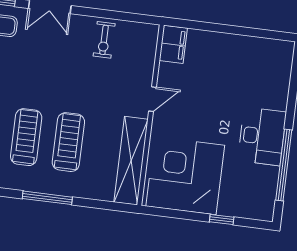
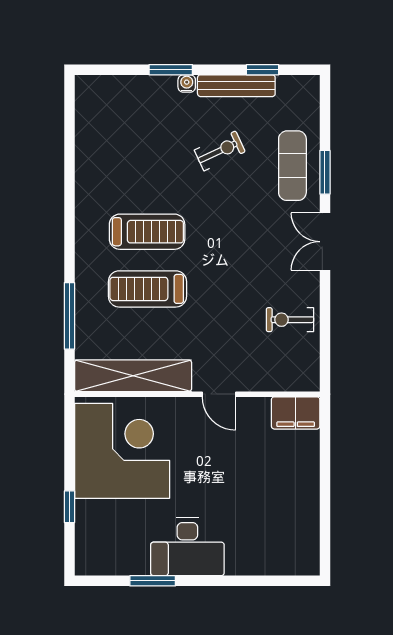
treadmill: (68, 142) -> (147, 289), turned 180
window: (284, 165) -> (153, 581), width x0.47
window: (47, 198) -> (69, 316), moved

